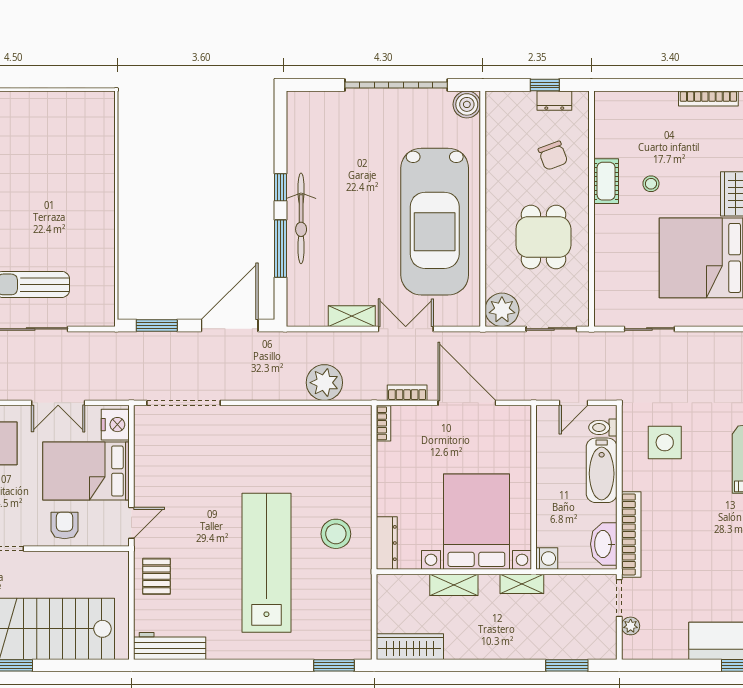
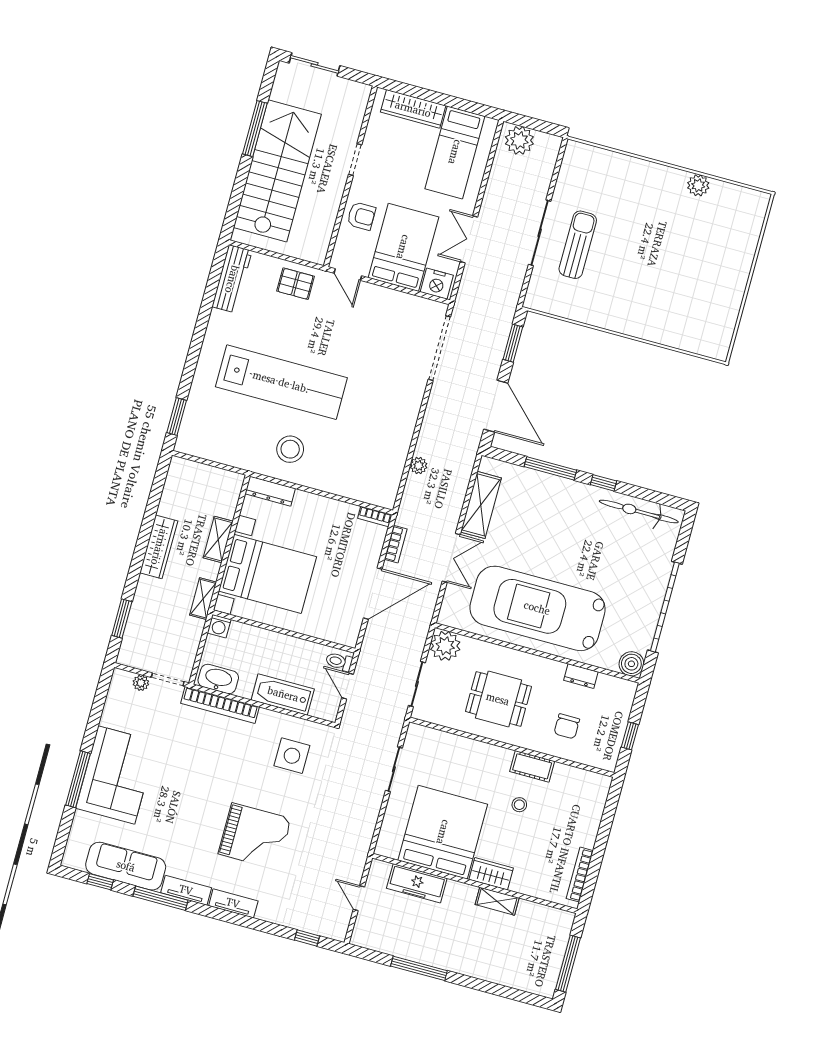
dresser: (554, 101) -> (581, 676), moved, turned -90
chair: (553, 156) -> (567, 726), turned -70
bicycle: (301, 218) -> (639, 511), moved
shelving: (352, 316) -> (481, 505), width x1.50, depth x1.33
plant: (324, 383) -> (419, 466), width x0.53, depth x0.53
toilet: (603, 427) -> (339, 662), moved, turned -90
wardrobe: (410, 647) -> (159, 547), moved

